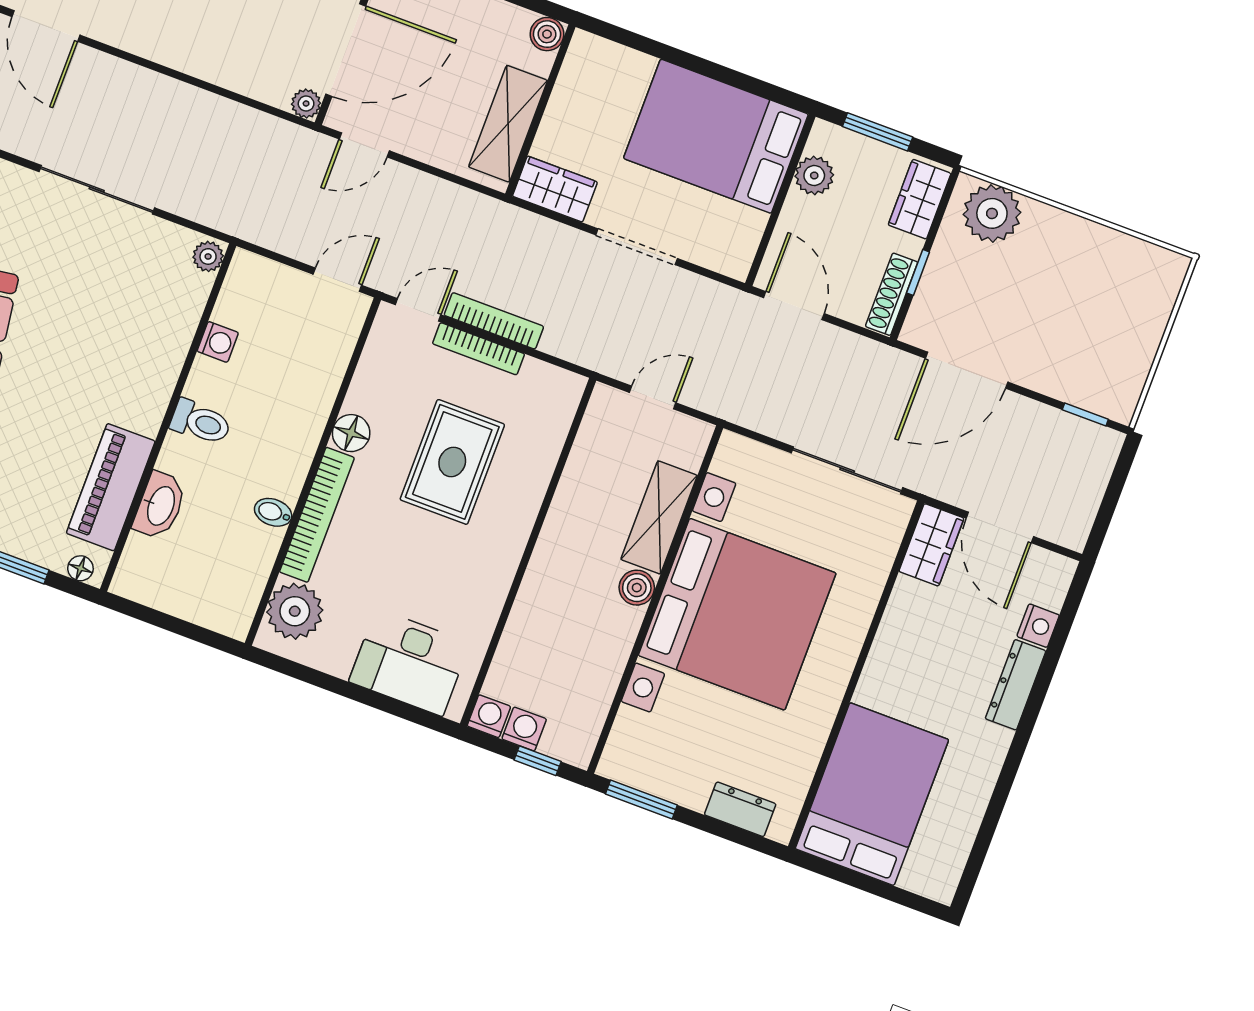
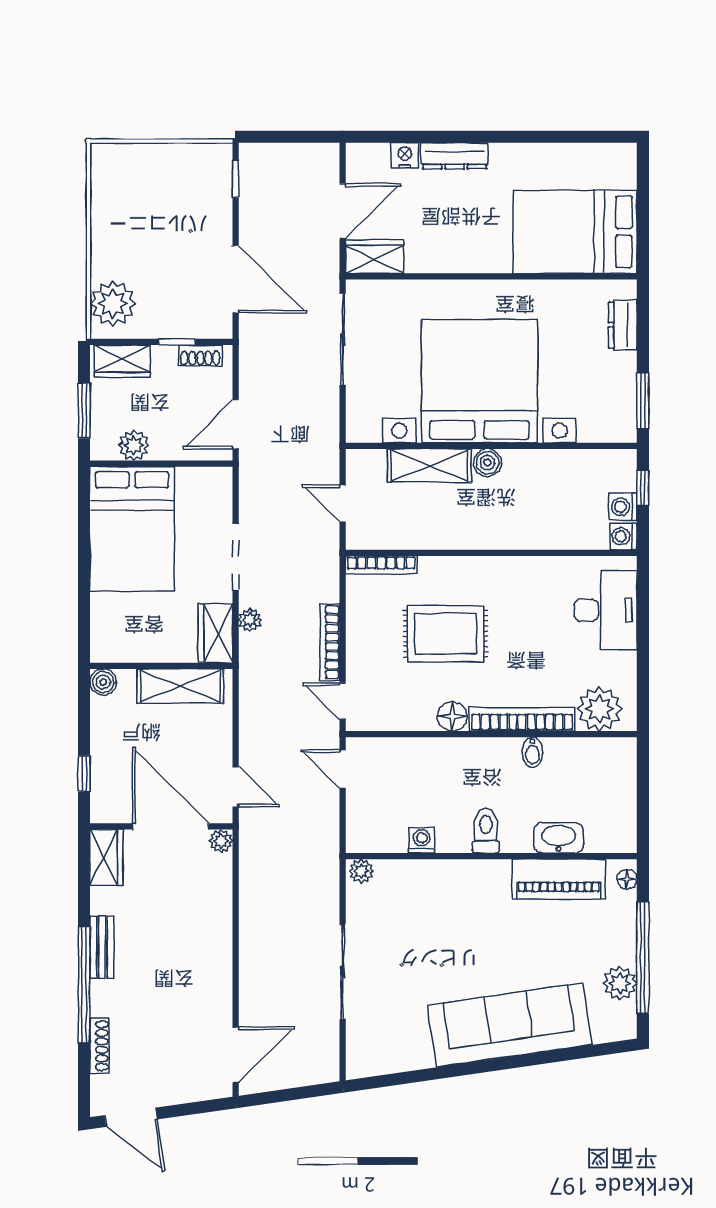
plant: (555, 236) -> (250, 620), added
shoe rack: (892, 294) -> (200, 355), width x0.70
bookcase: (478, 349) -> (381, 565), moved, turned 90

